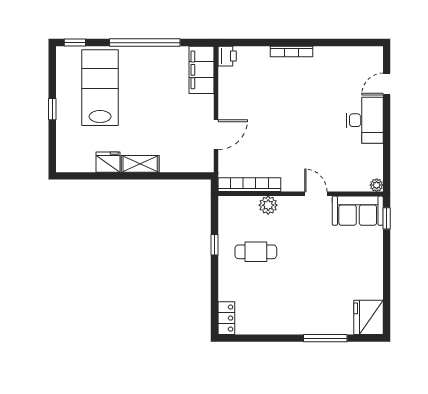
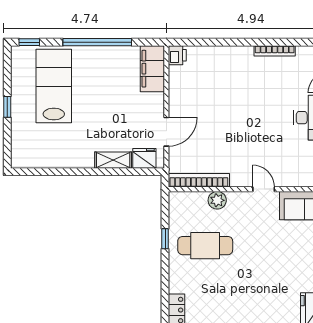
bookcase: (292, 51) -> (275, 51), moved
fridge: (108, 162) -> (144, 158), moved
shelving: (140, 164) -> (113, 160), moved
cafe table: (256, 252) -> (205, 246), width x1.37, depth x1.35

